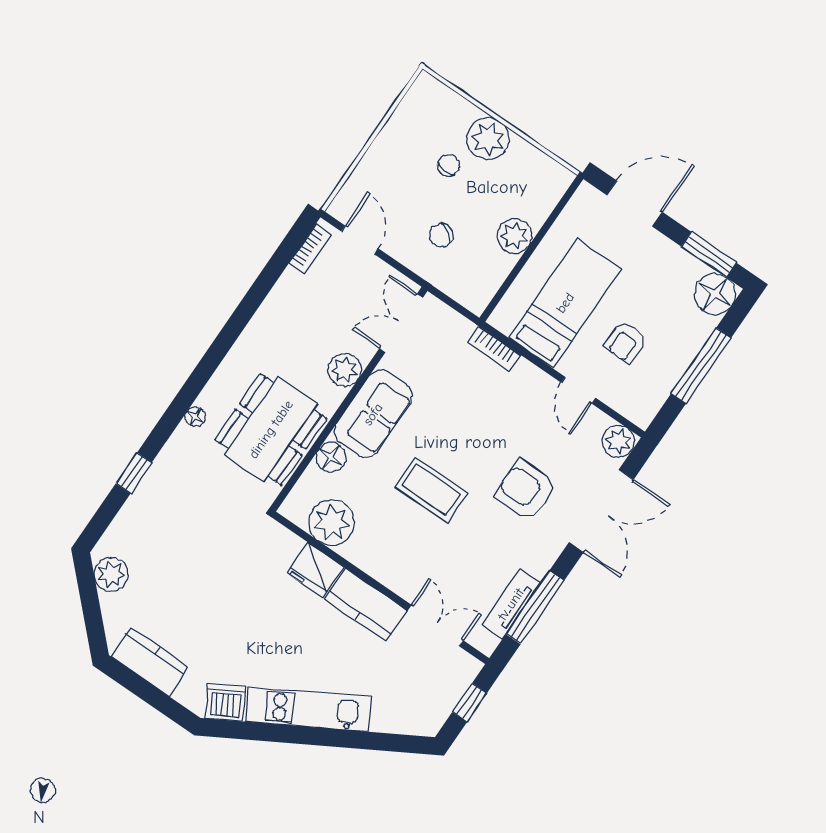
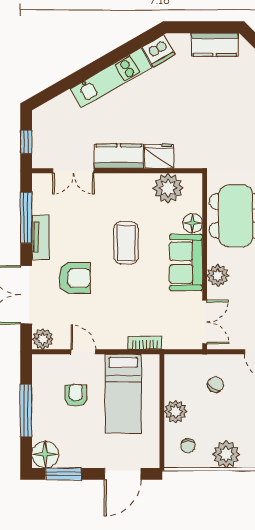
chair: (449, 165) -> (188, 446), moved
coffee table: (431, 490) -> (126, 243), turned 90
tv unit: (511, 604) -> (40, 237), moved

